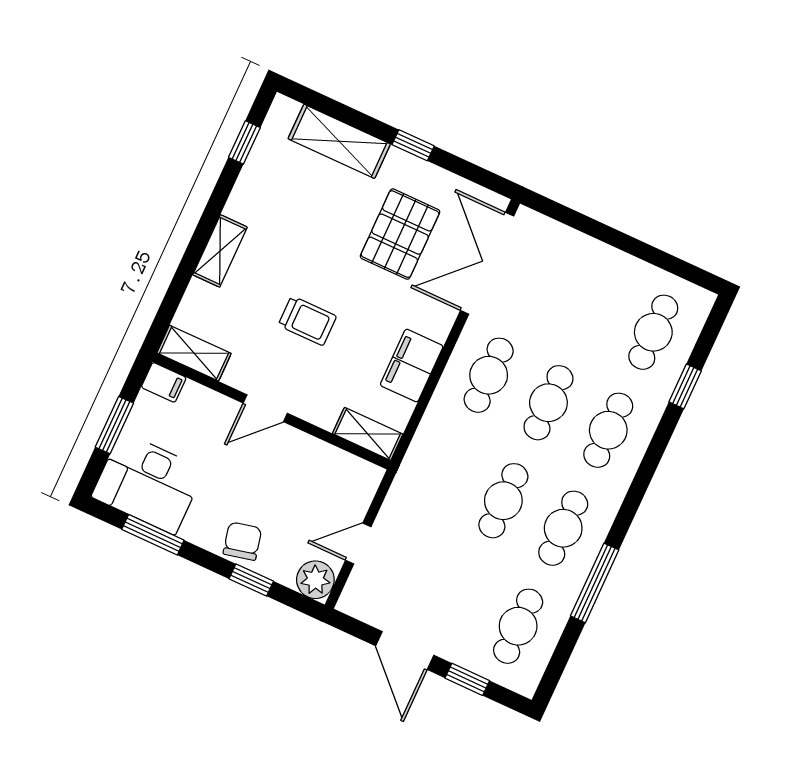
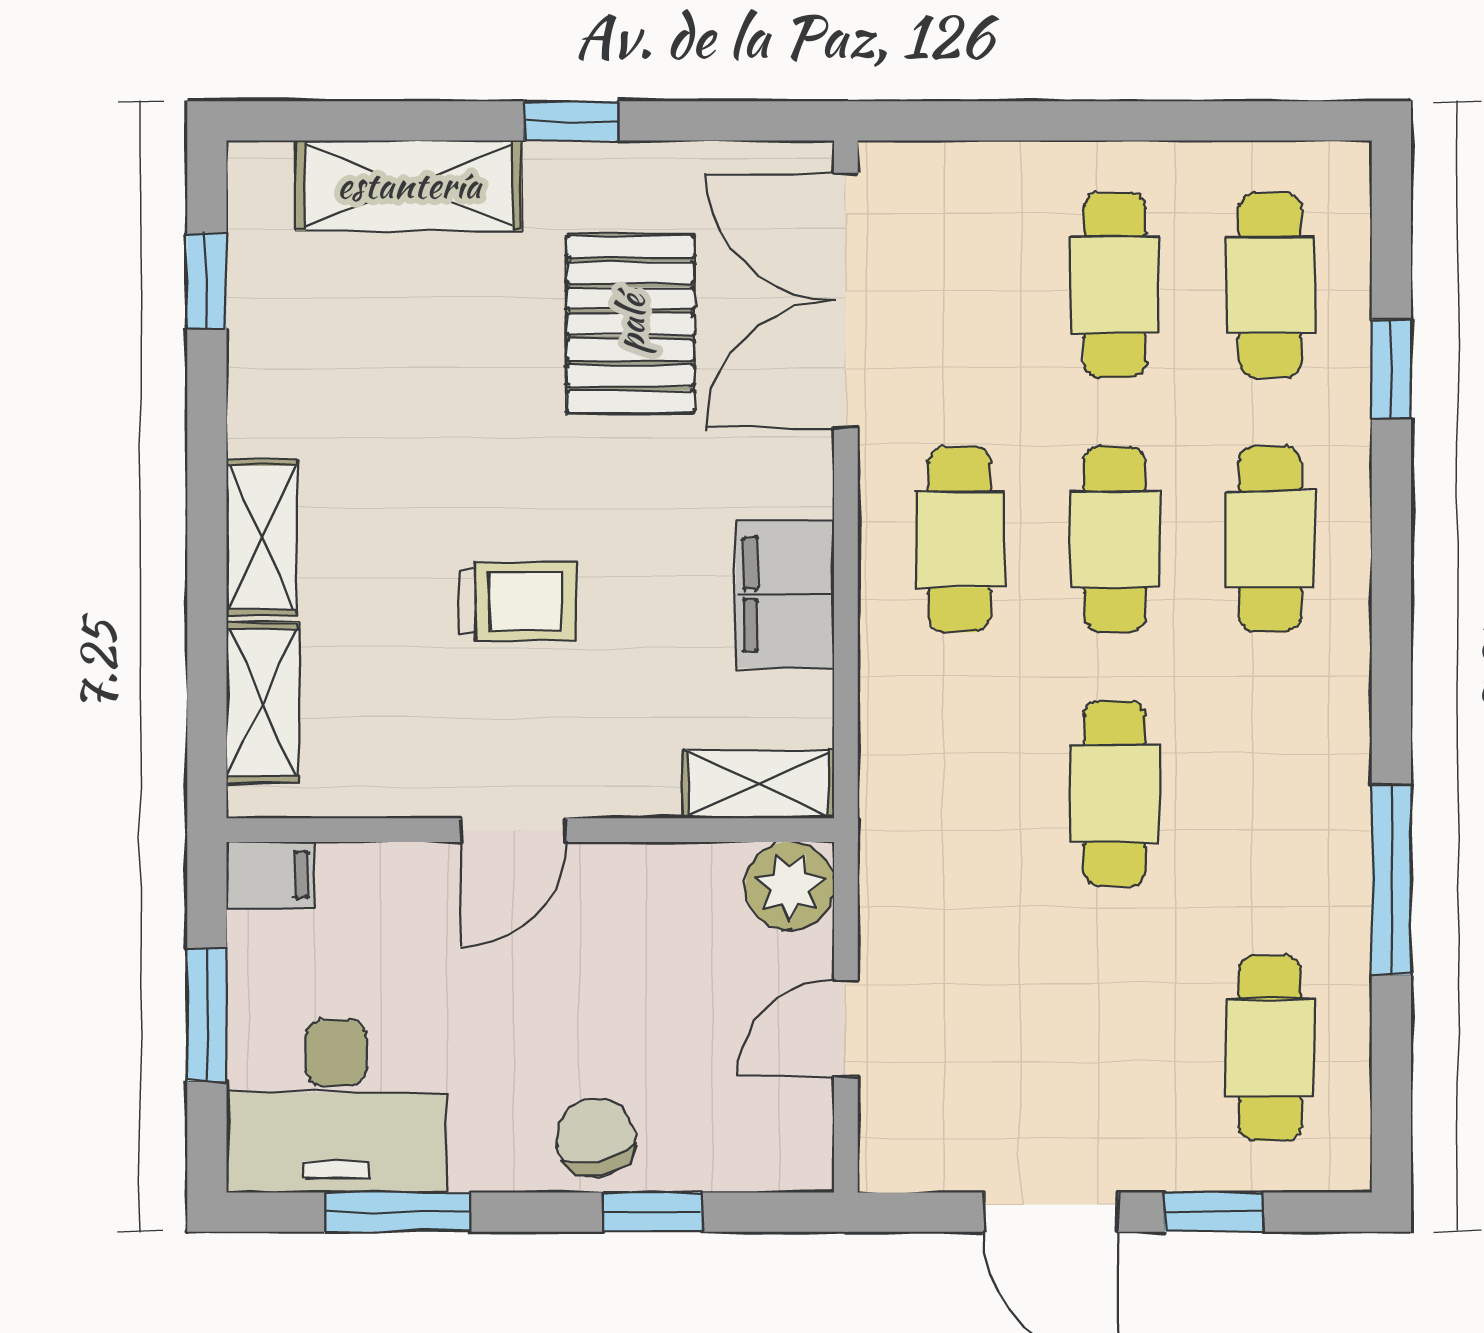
shelving: (194, 353) -> (262, 702), moved, turned 90
cafe table: (563, 528) -> (1115, 285), moved
plant: (315, 580) -> (790, 886), moved

